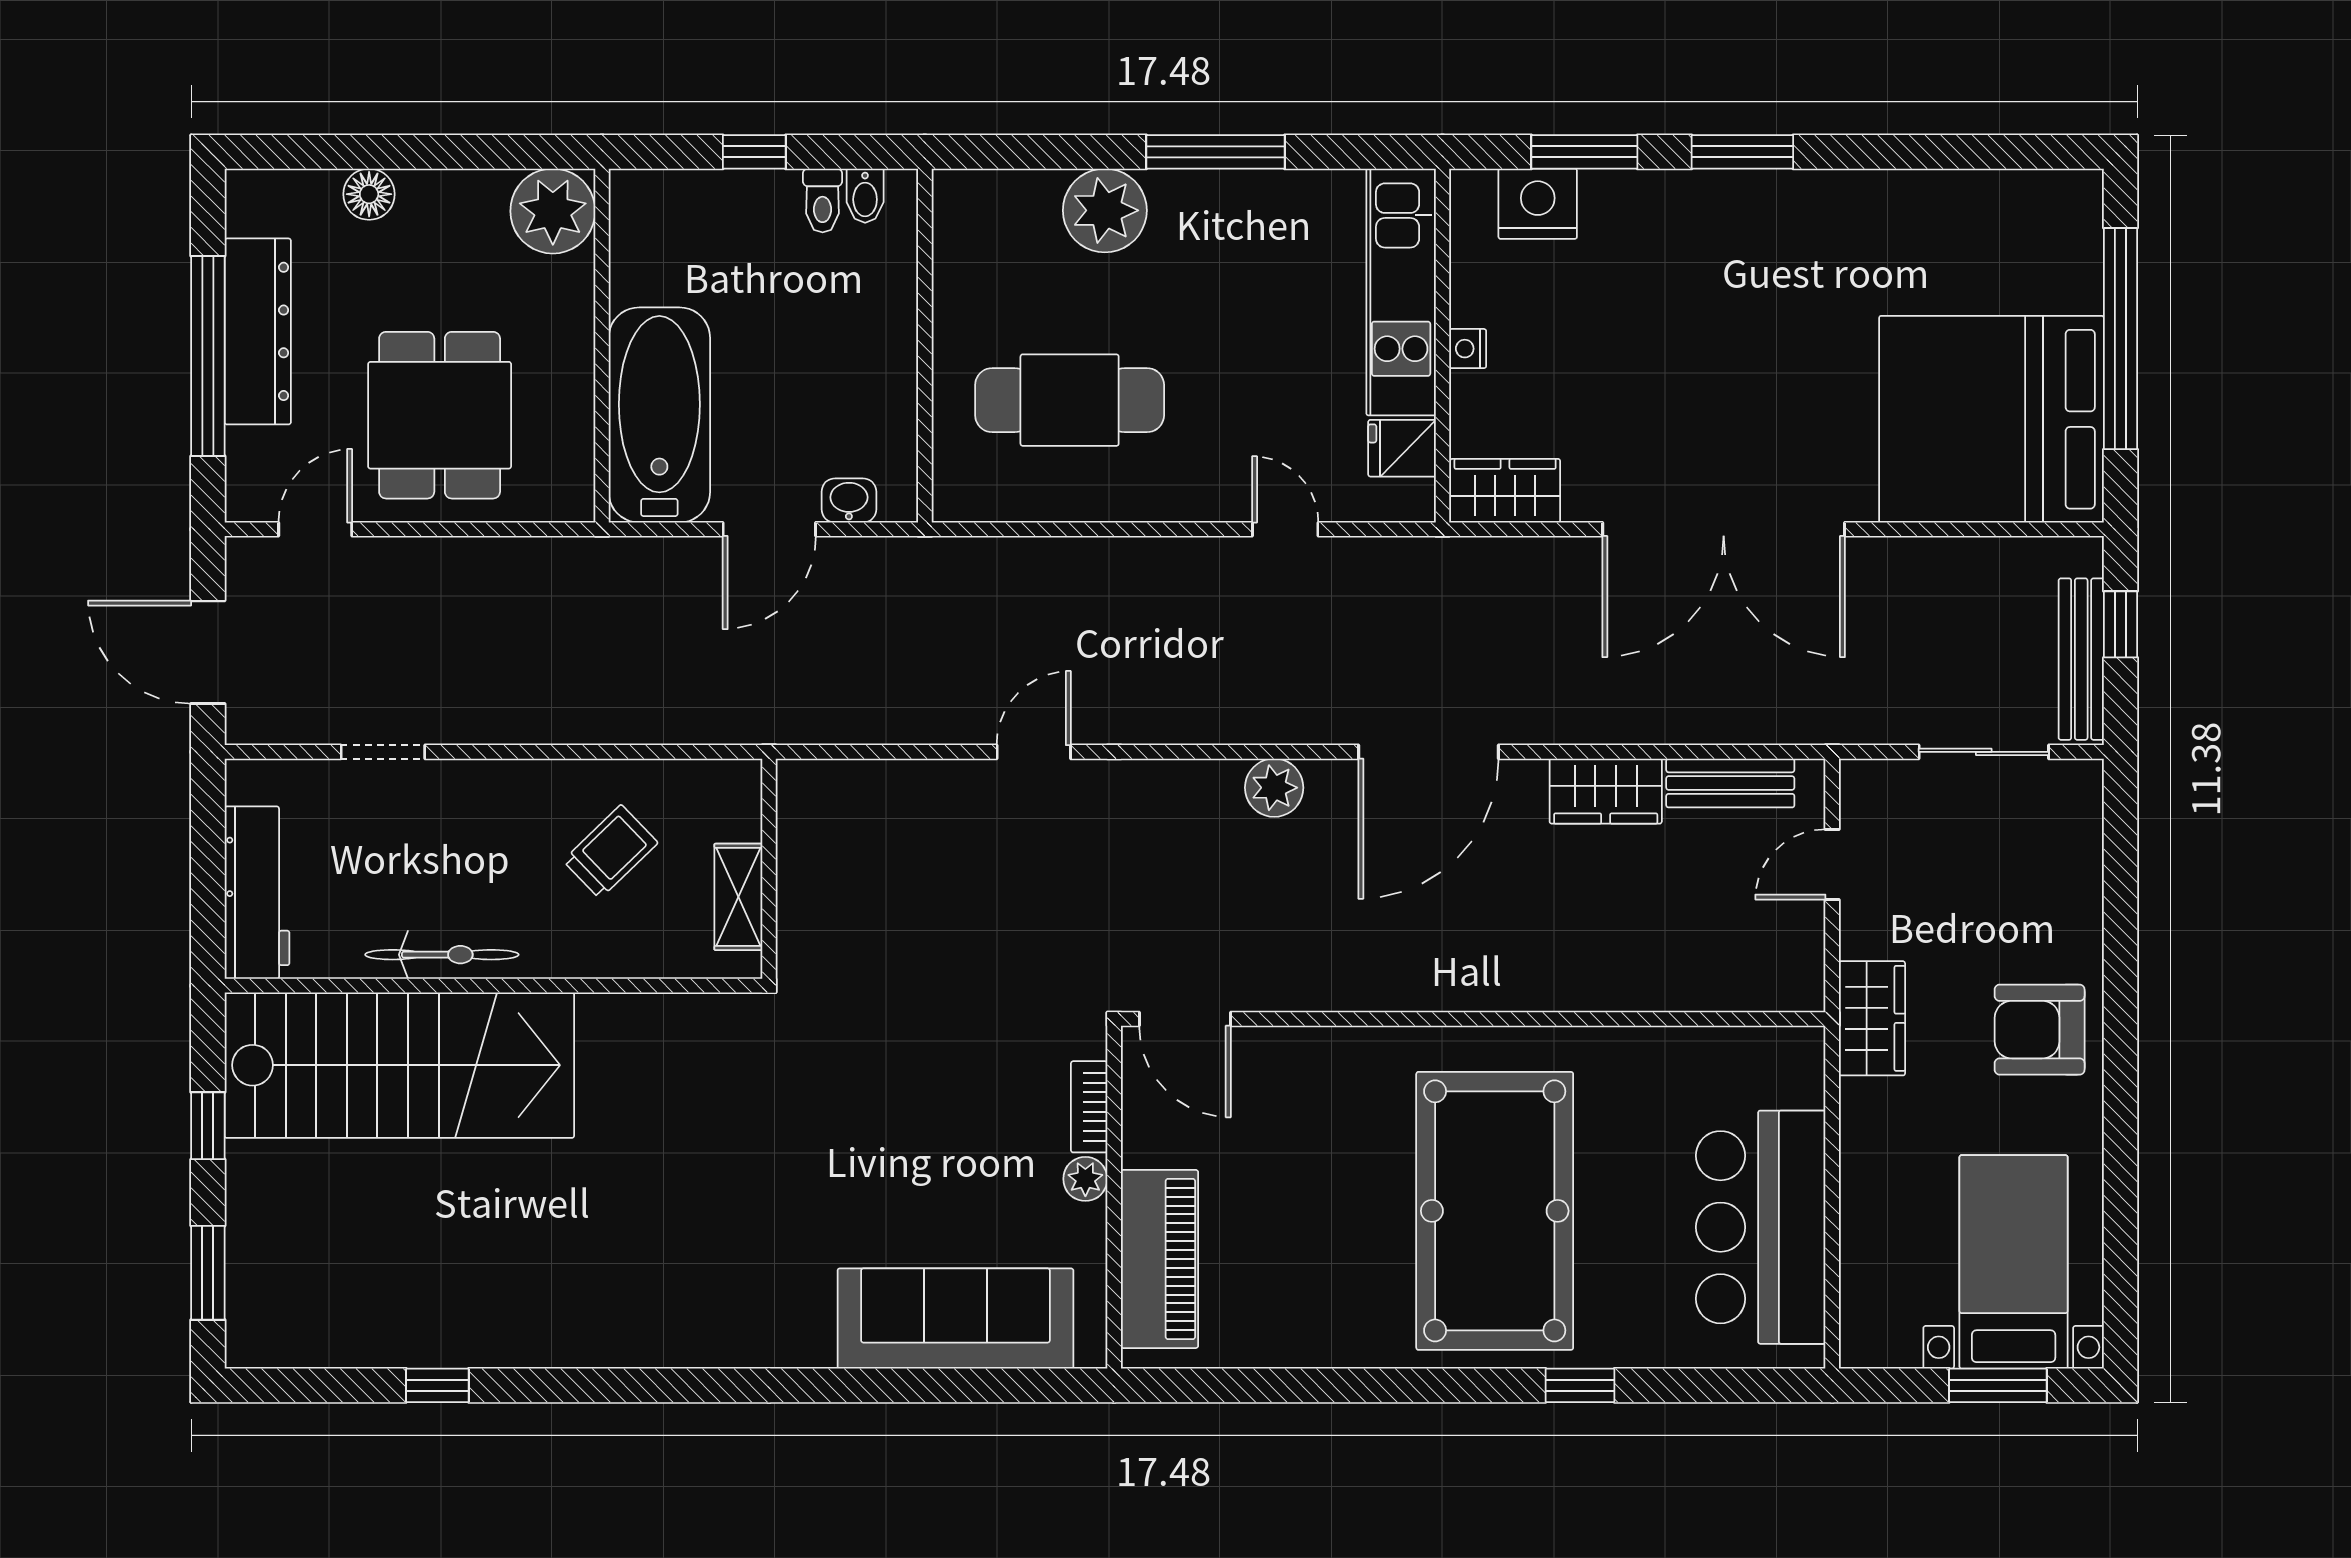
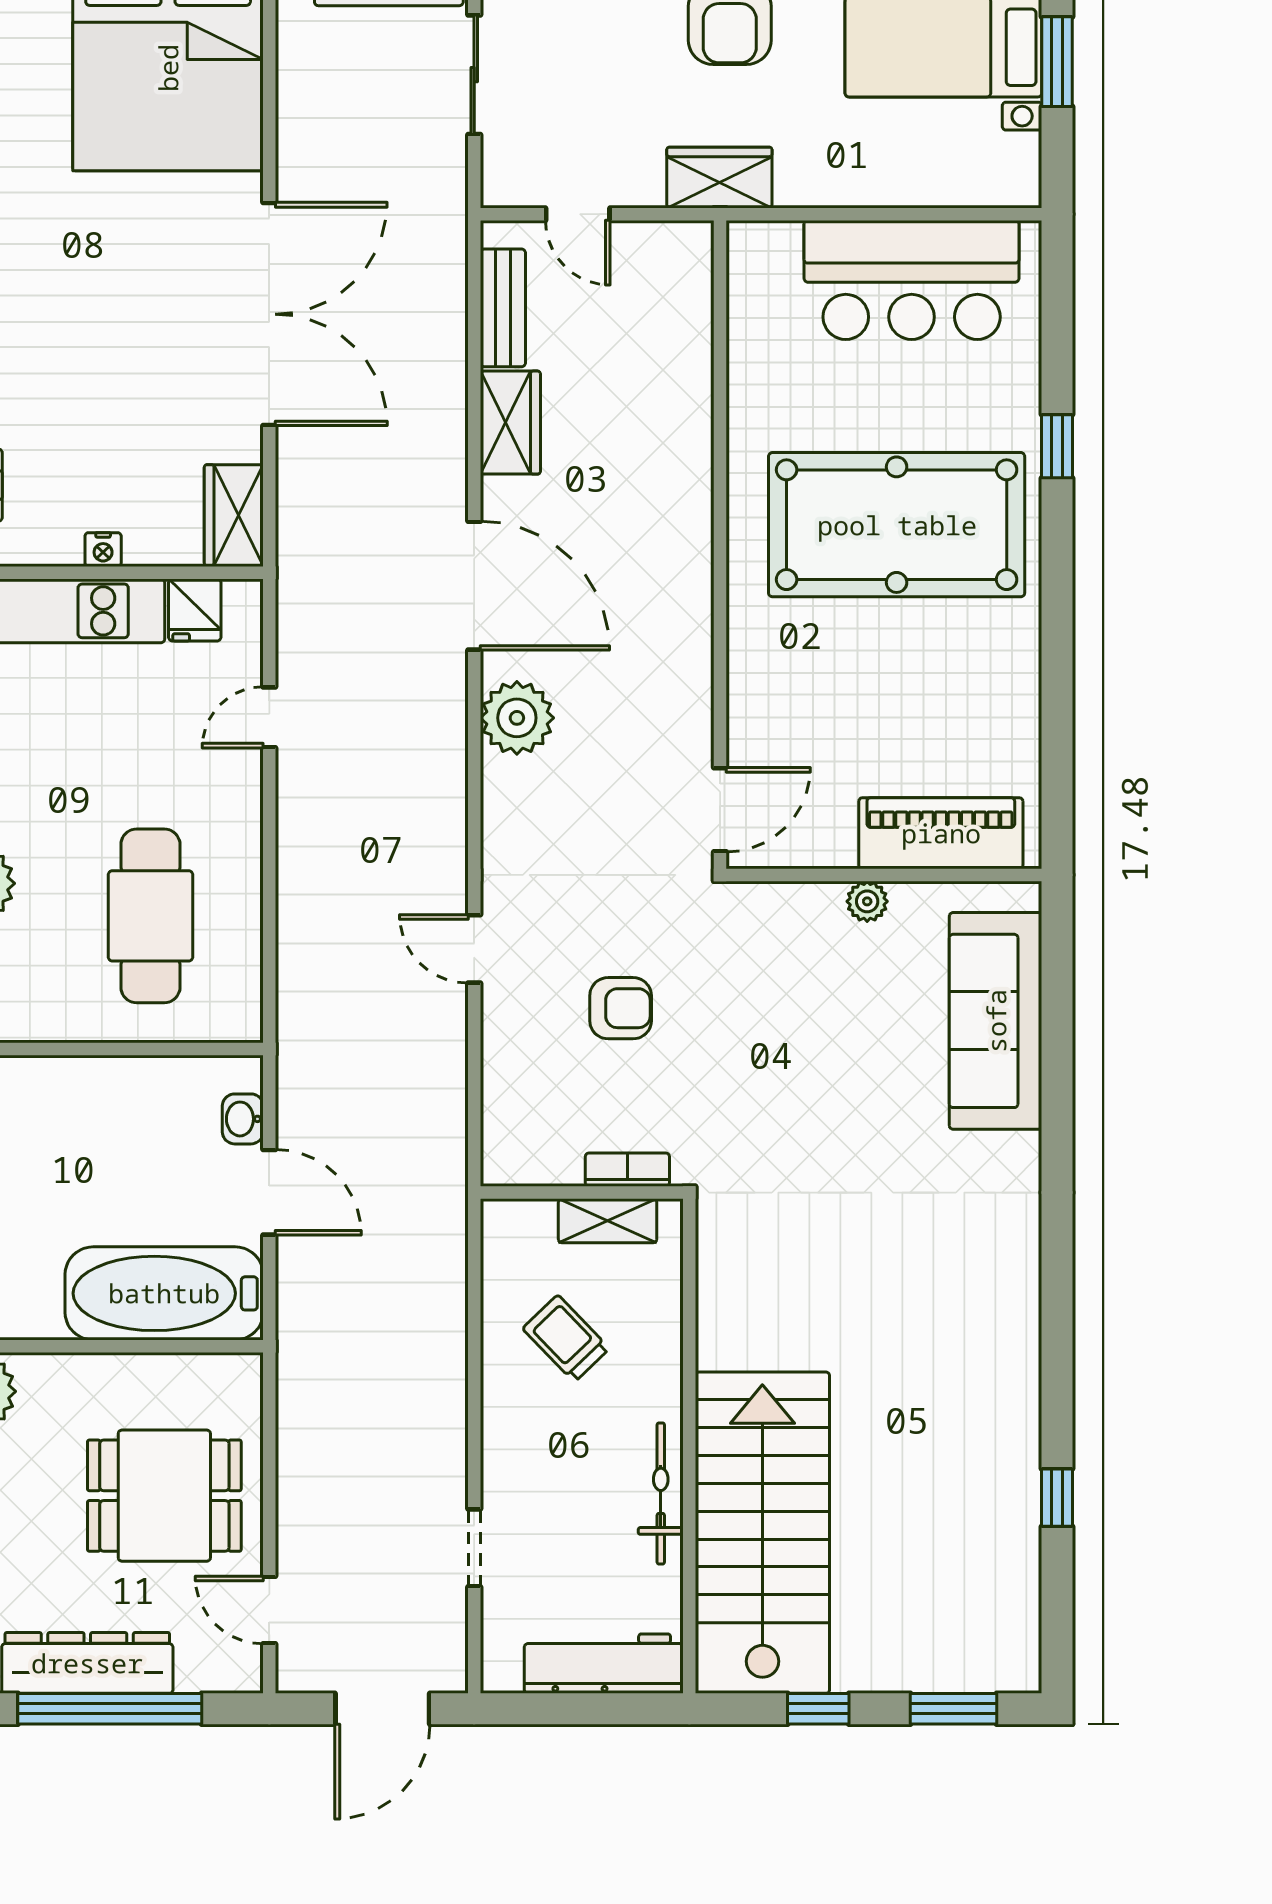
plant: (1274, 788) -> (517, 718), width x1.36, depth x1.36
armchair: (969, 911) -> (621, 1008), added
bookcase: (1089, 1107) -> (627, 1170), moved, turned 180

